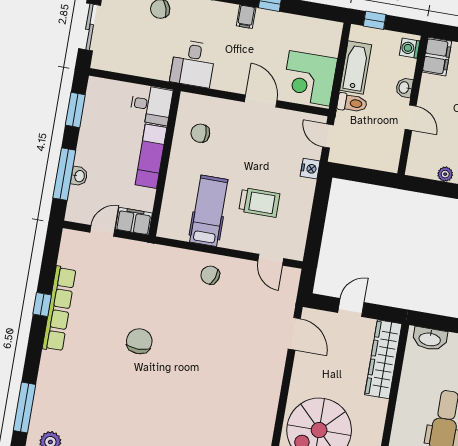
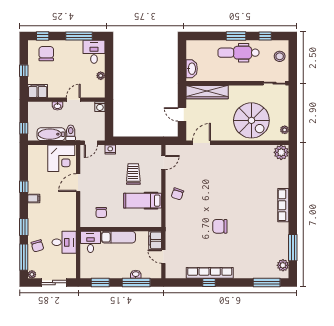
washing machine: (410, 48) -> (100, 107), moved
desk: (193, 64) -> (64, 242), moved

